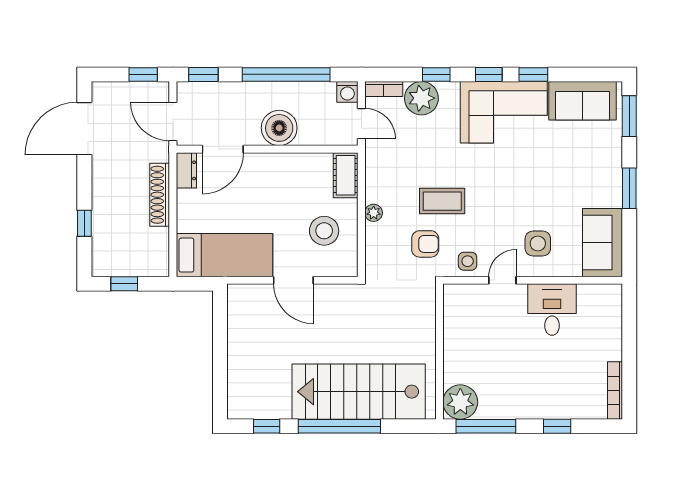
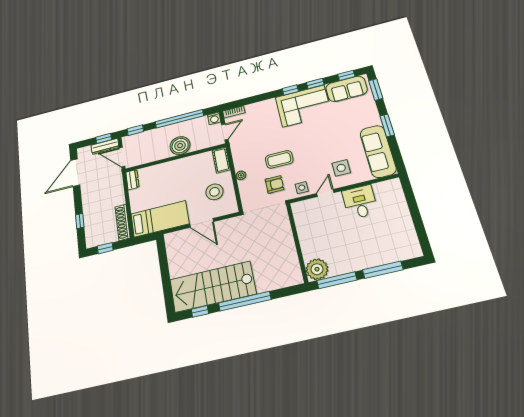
window: (436, 74) -> (346, 75), moved
dresser: (144, 91) -> (105, 146), added
plant: (421, 98) -> (256, 111), removed
door: (361, 124) -> (225, 132), hinge flipped
door: (223, 149) -> (151, 164), removed
shoe rack: (160, 195) -> (123, 222), moved
sofa: (603, 243) -> (378, 151), width x1.36
bookcase: (615, 390) -> (414, 240), removed
stairs: (359, 392) -> (213, 287), moved
window: (557, 426) -> (383, 270), width x2.17

